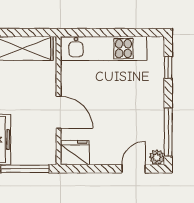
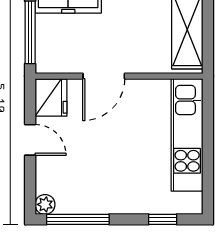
door: (134, 169) -> (30, 140), moved

